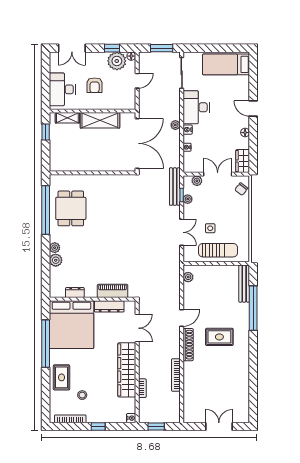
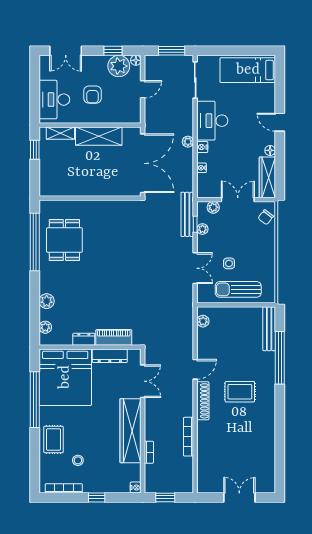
wardrobe: (243, 161) -> (267, 177), width x1.50
plant: (55, 248) -> (45, 327), moved
sun lounger: (218, 250) -> (238, 289), turned 180
dresser: (75, 293) -> (84, 339), moved

